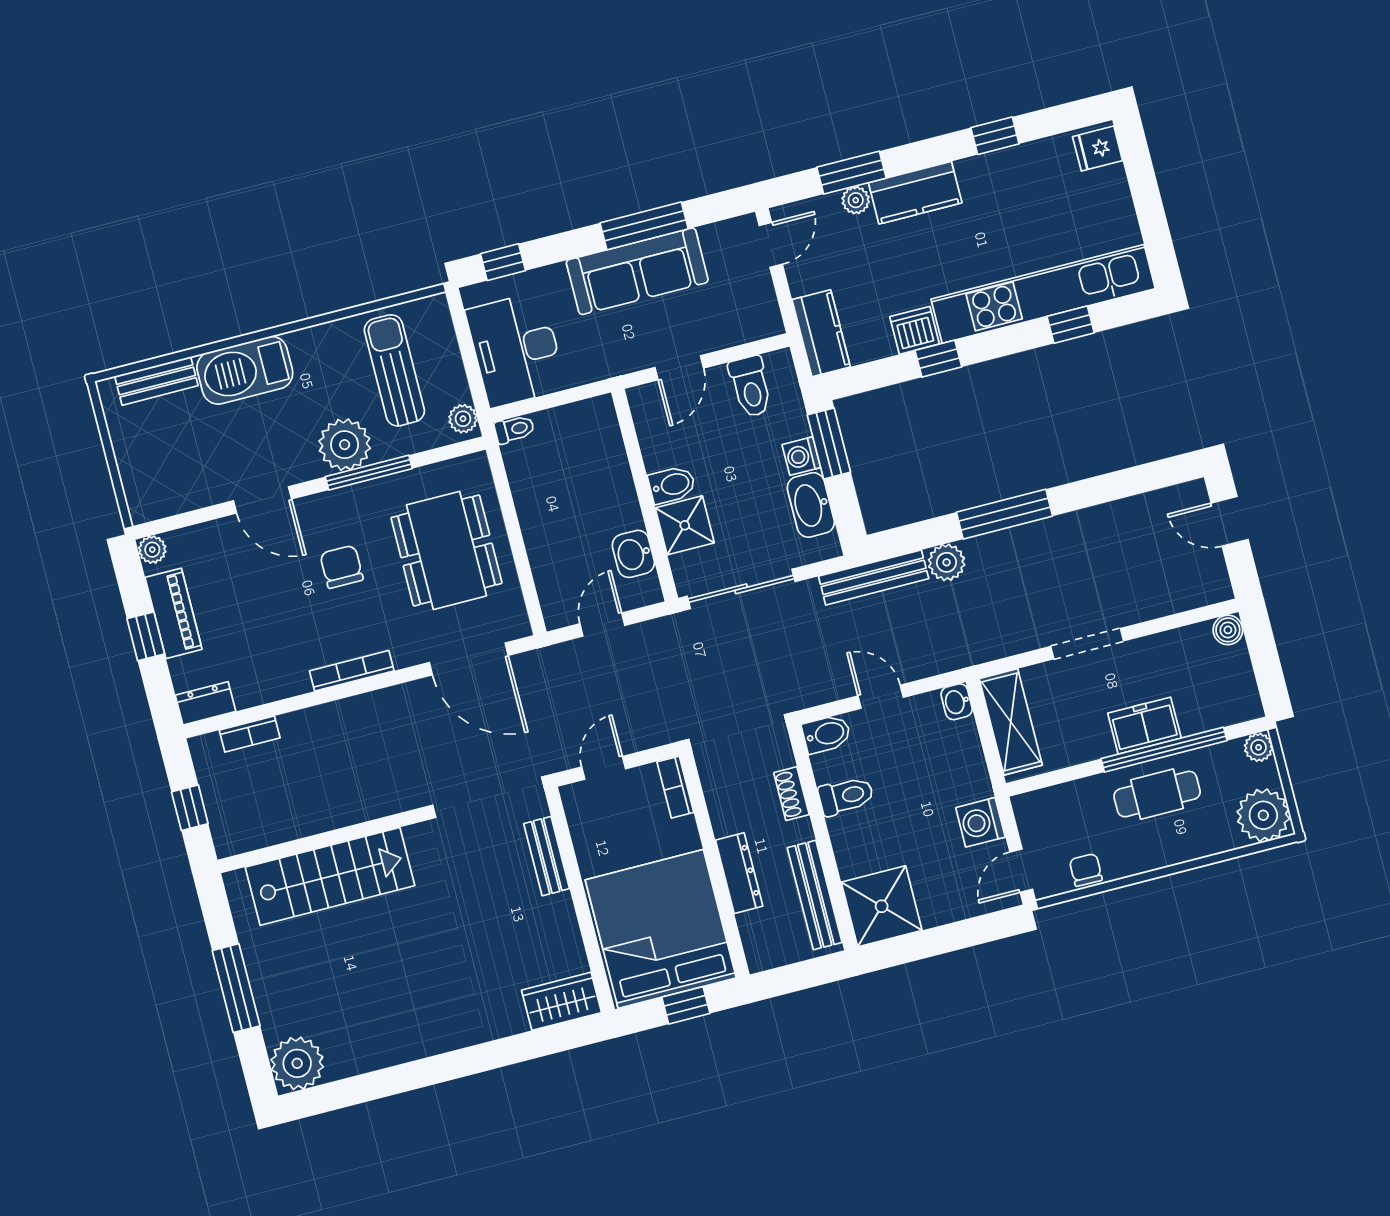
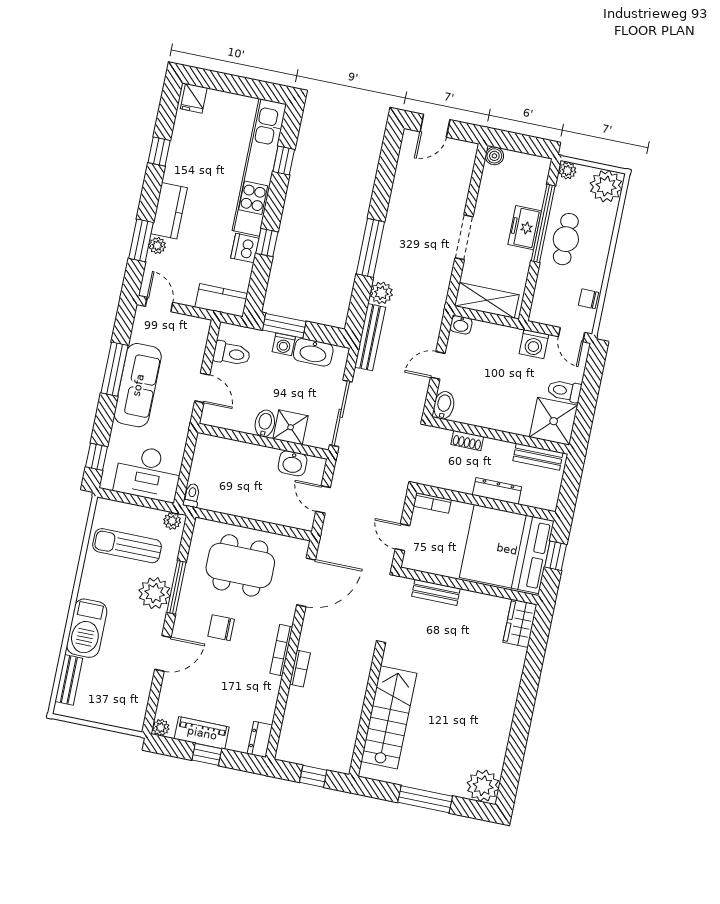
bookcase: (250, 734) -> (300, 669), moved
toilet: (846, 796) -> (564, 391), moved, turned -90
bench: (815, 895) -> (538, 457), width x0.73

